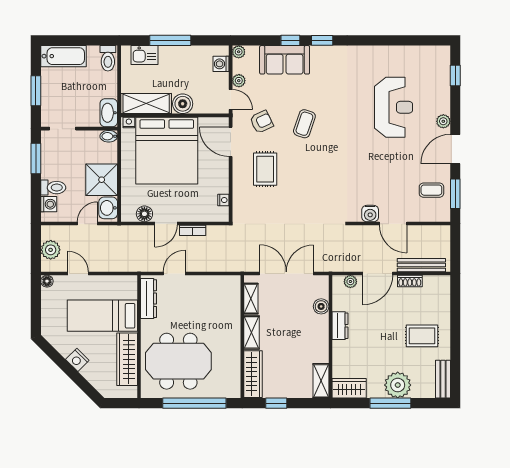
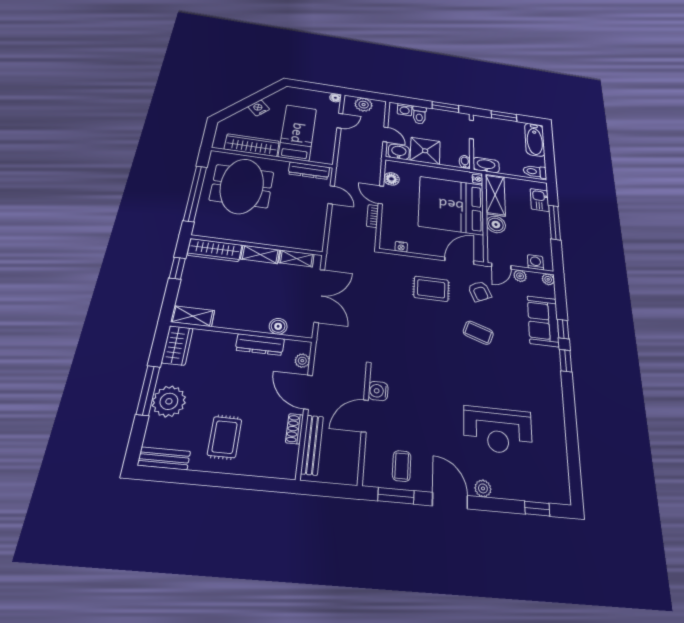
dresser: (340, 326) -> (260, 344), width x1.44

